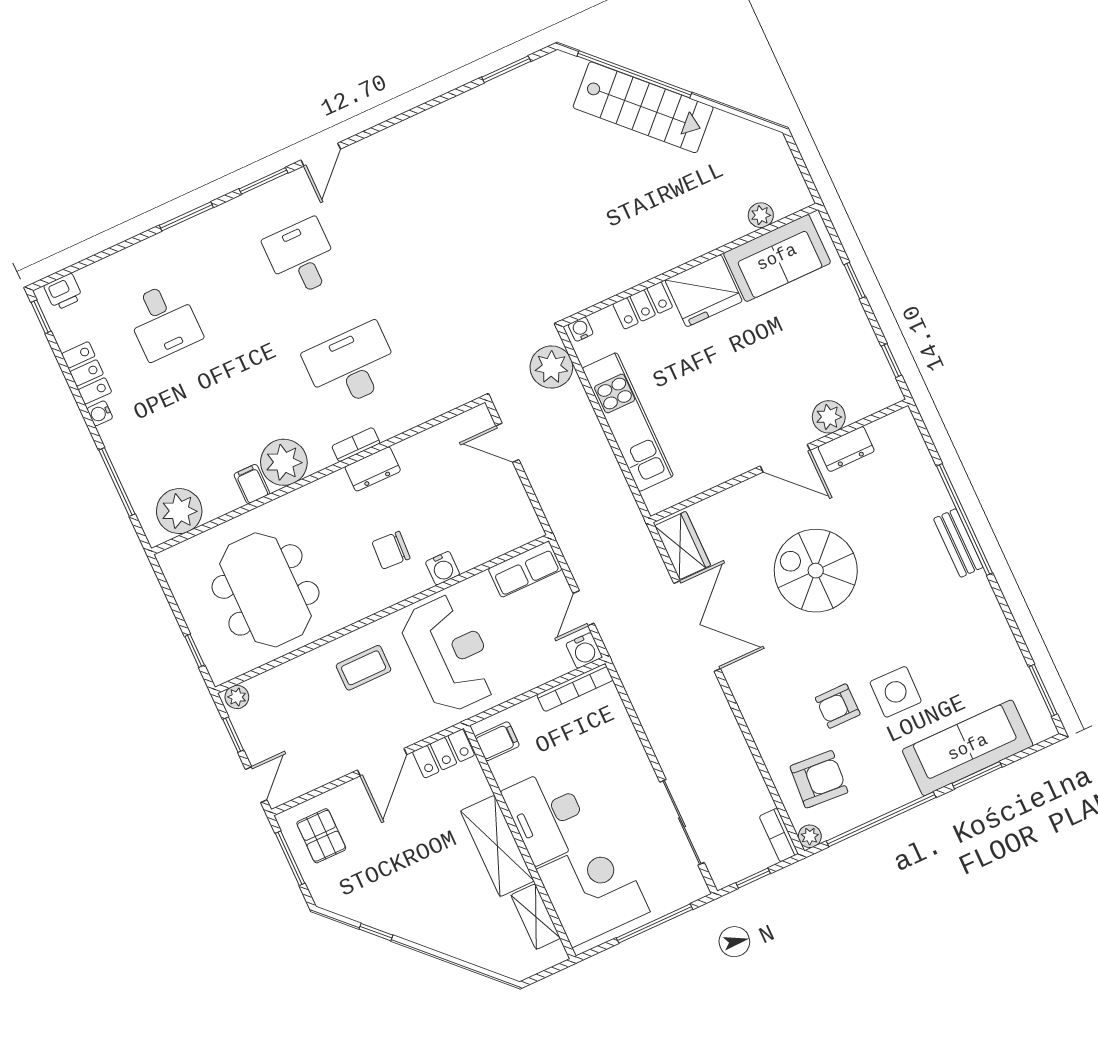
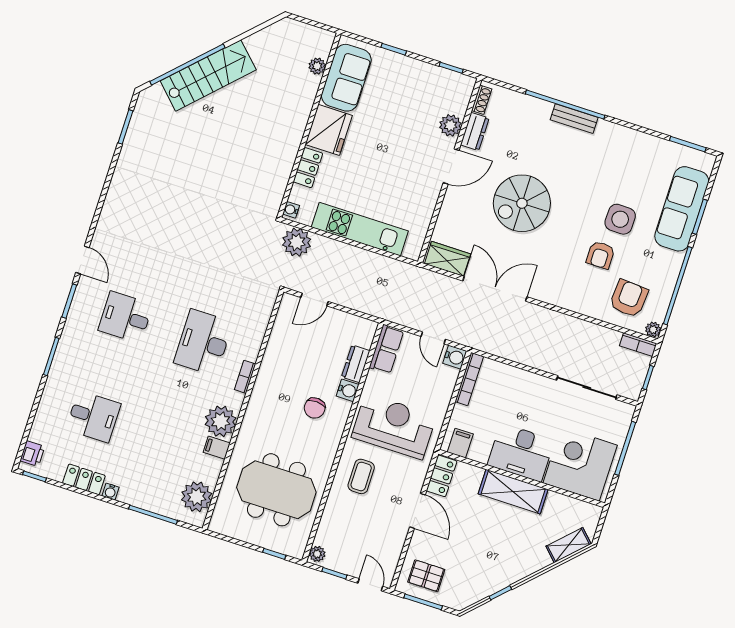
shoe rack: (887, 425) -> (482, 100), added
dresser: (373, 469) -> (356, 364), moved, turned 180
shelving: (536, 917) -> (568, 545), moved, turned -45

